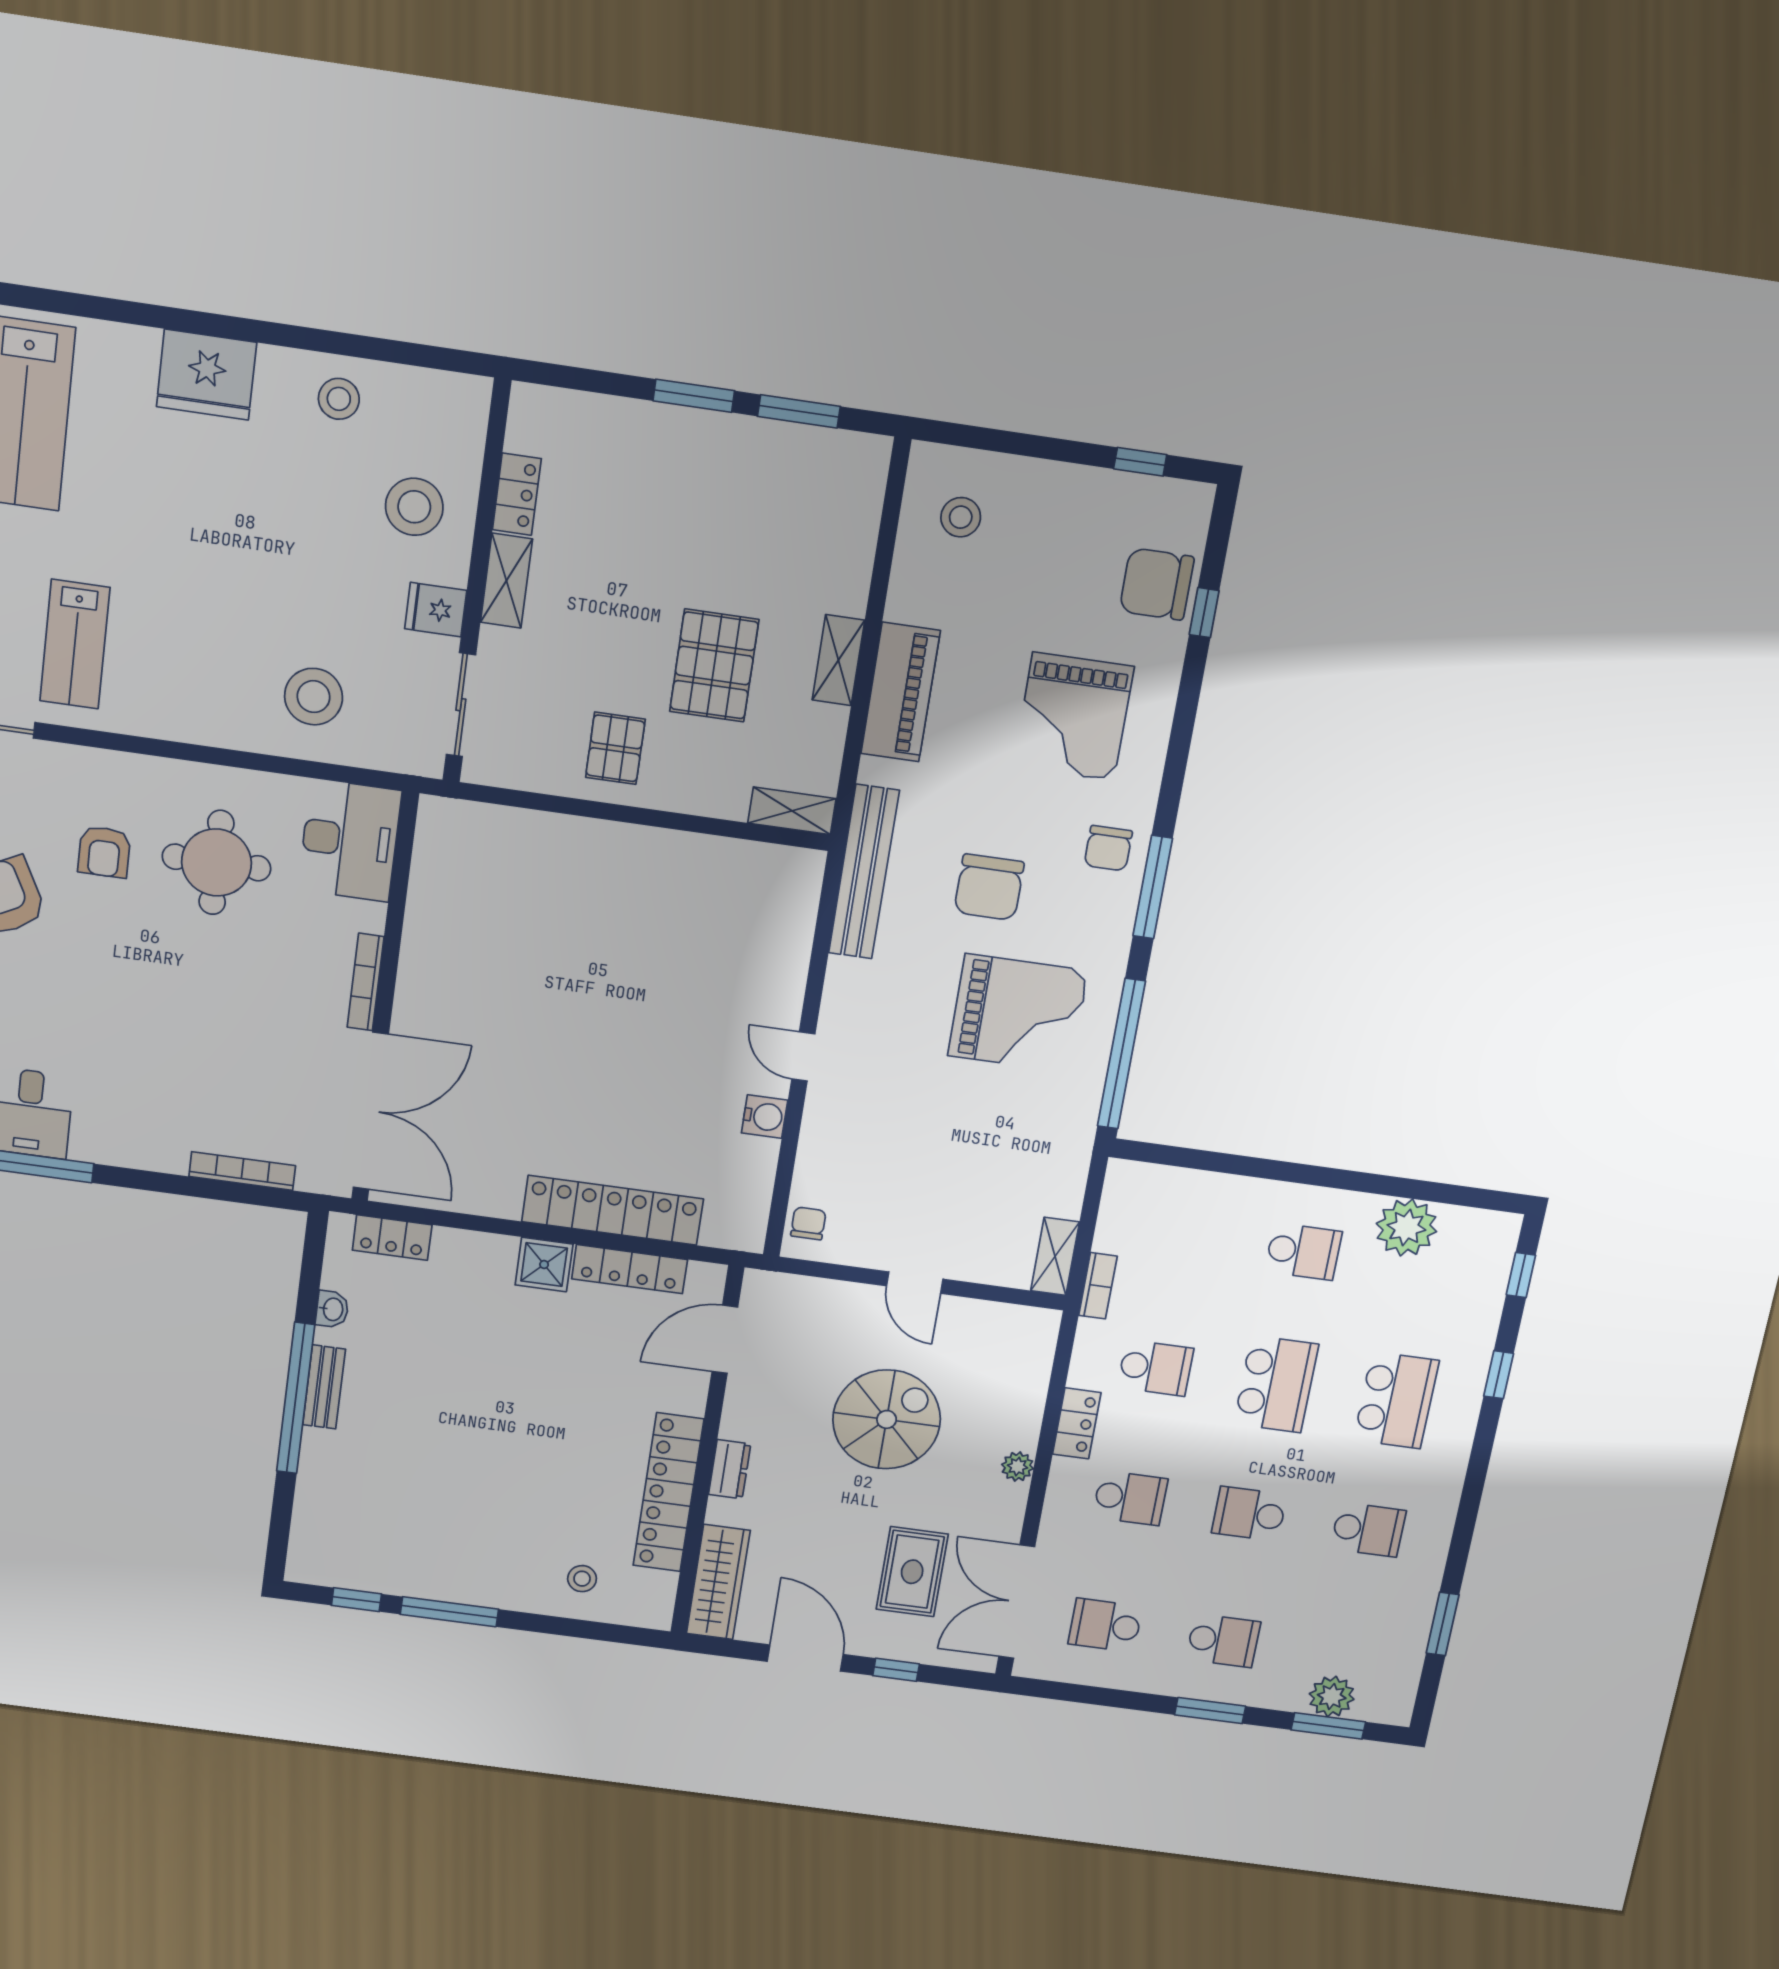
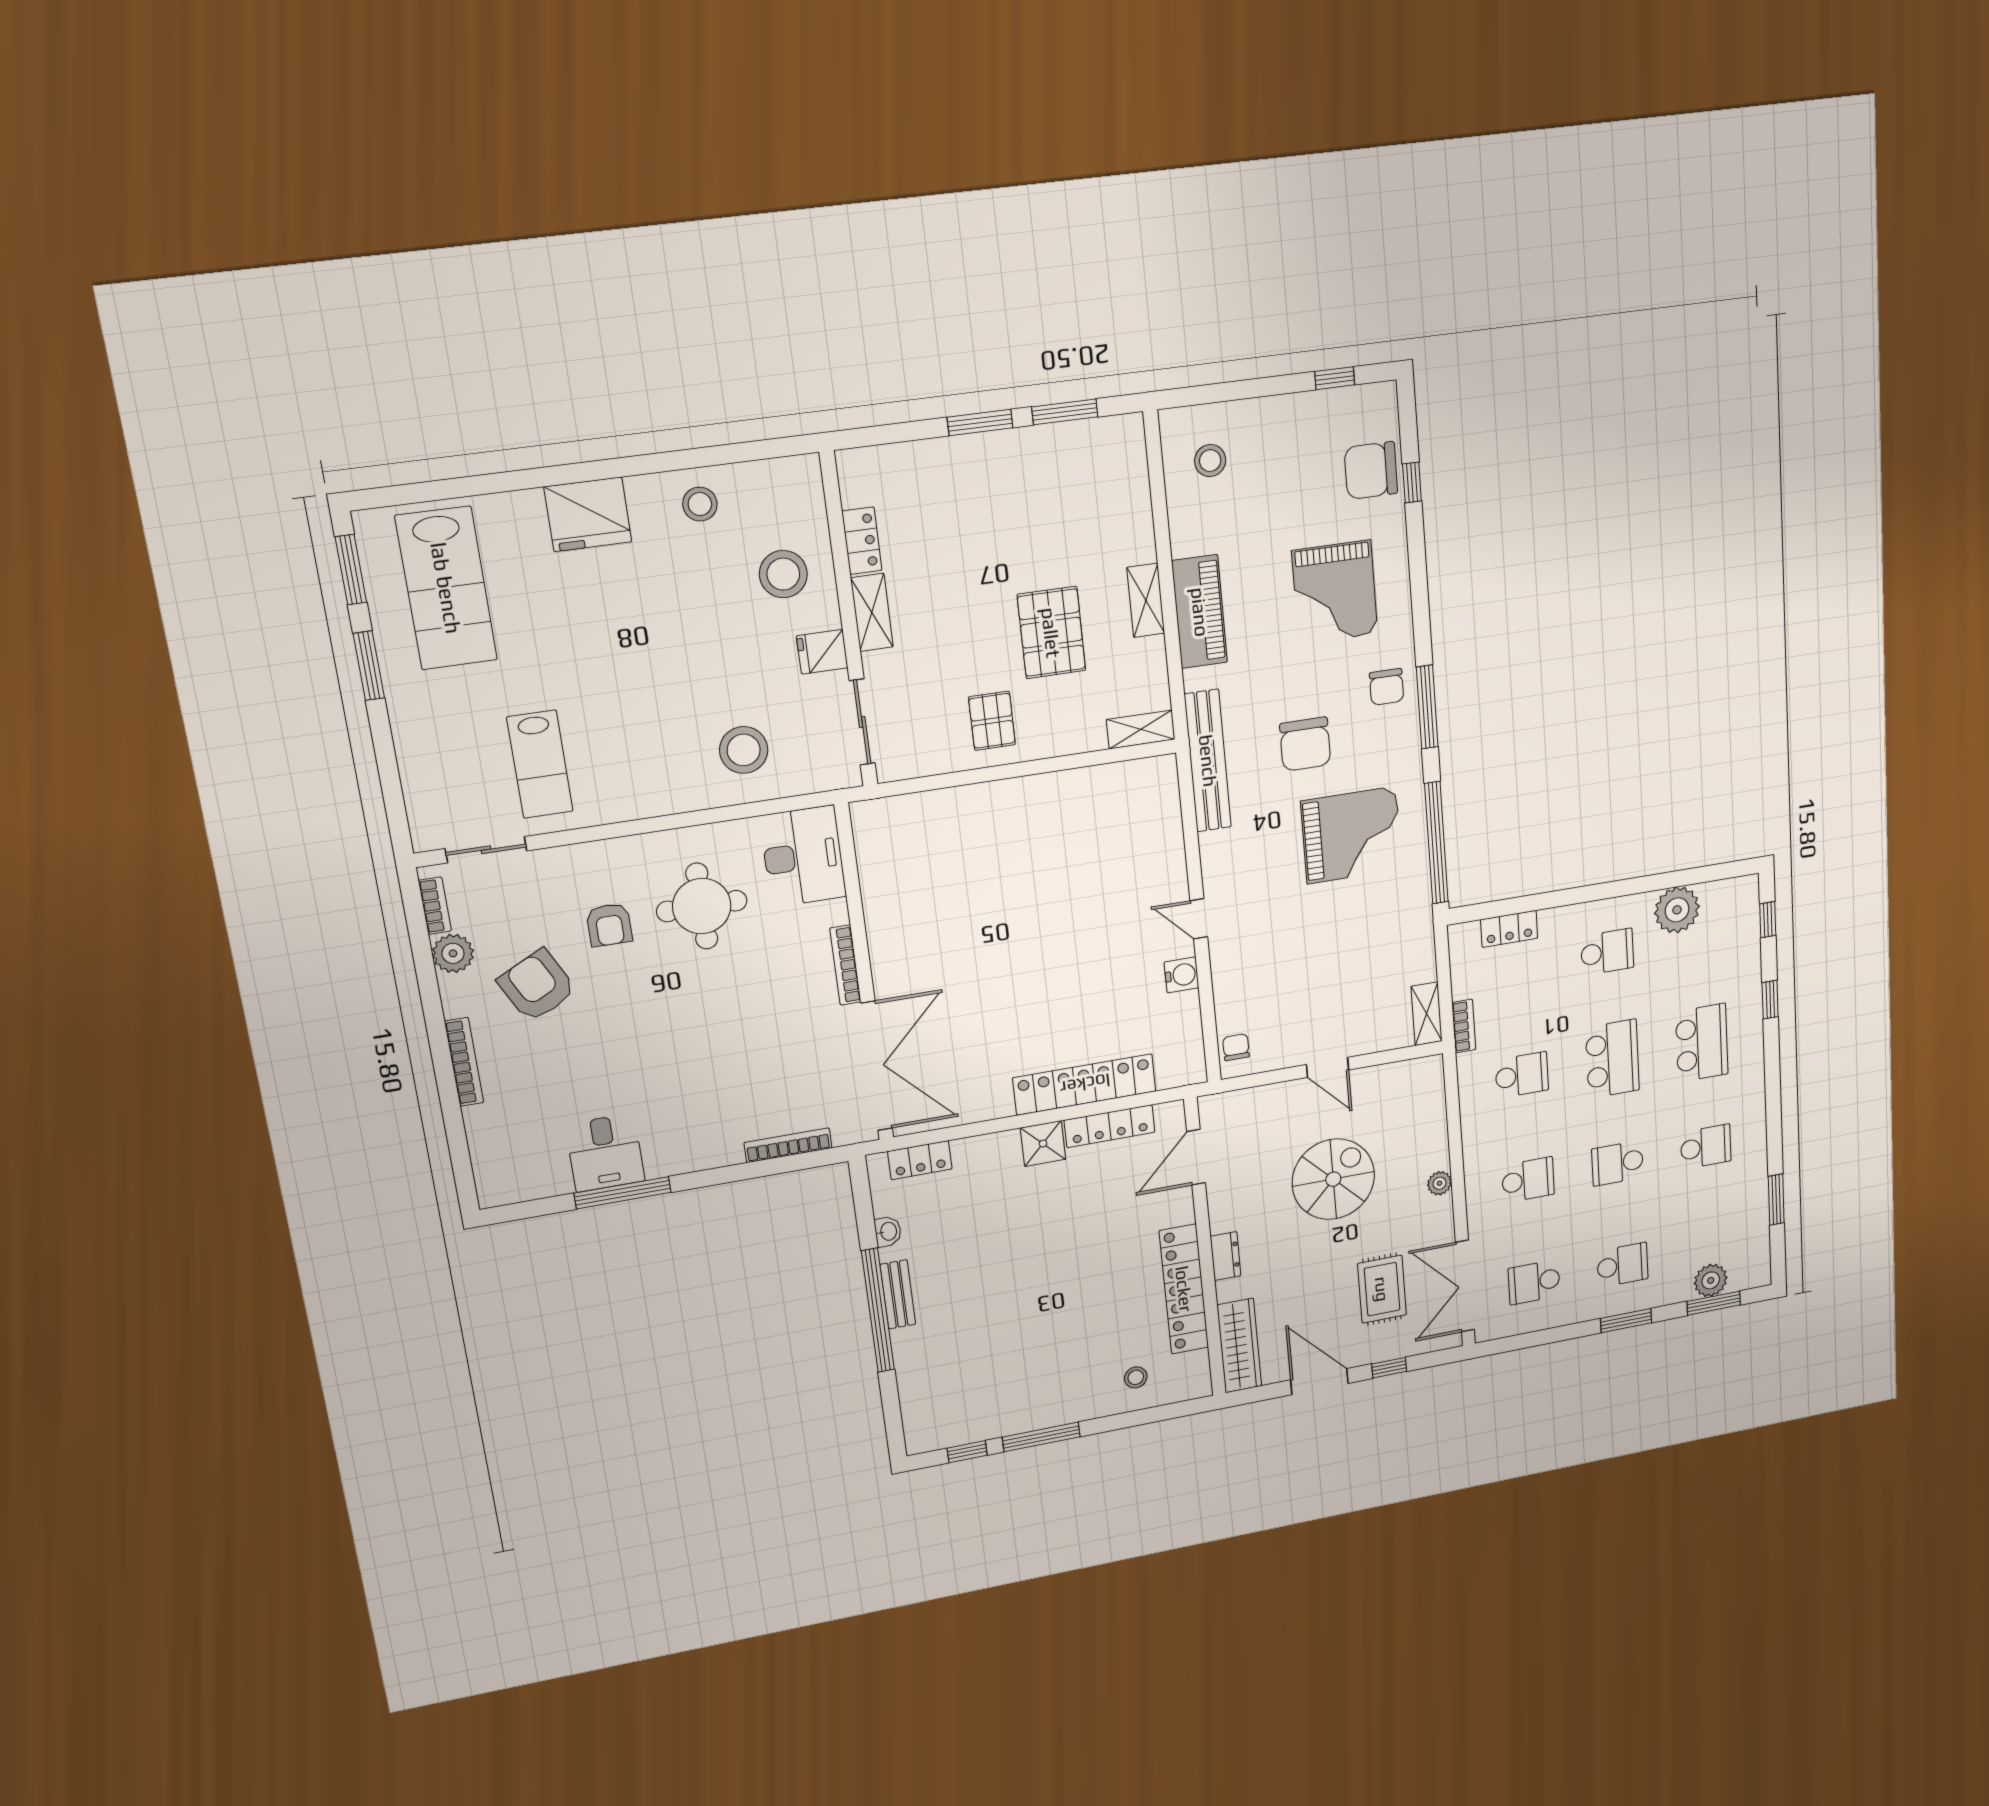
locker: (1077, 1423) -> (1509, 929), moved, turned 90

